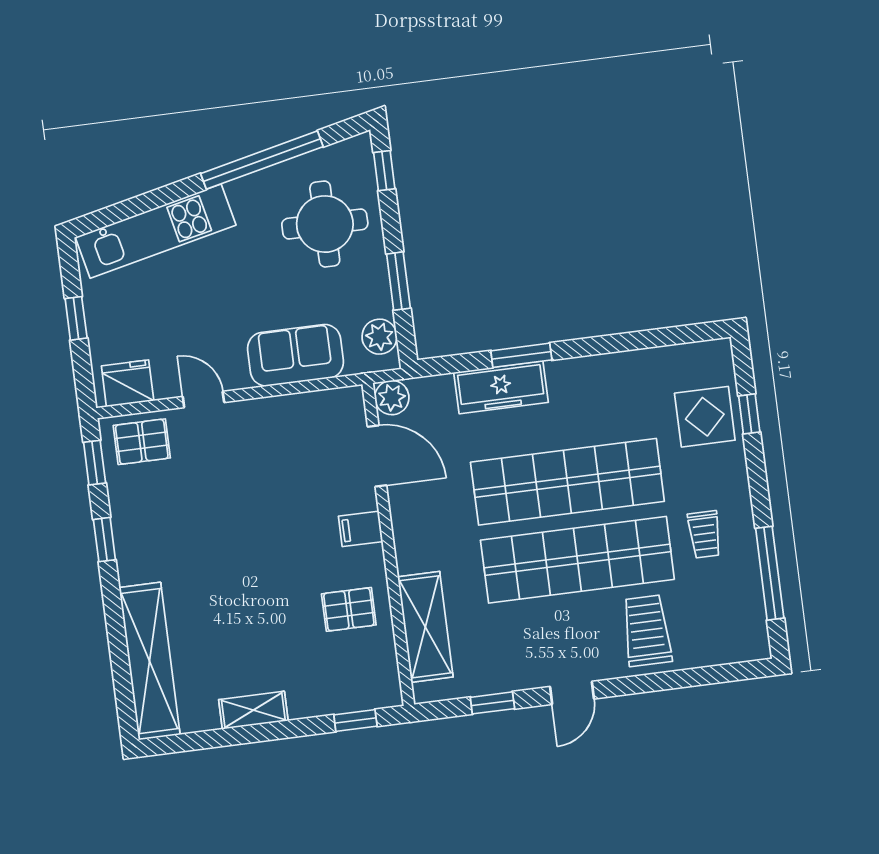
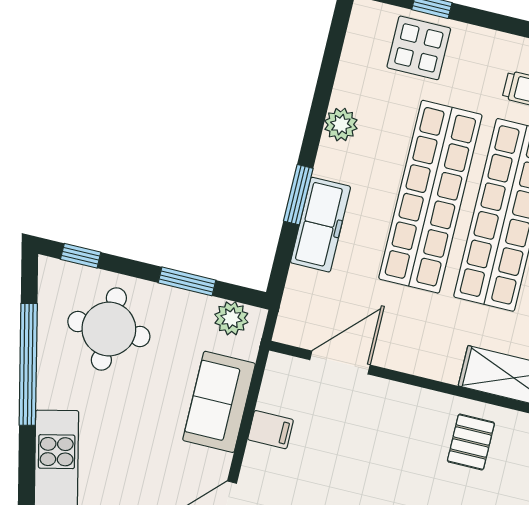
plant: (392, 398) -> (341, 125), moved
filing cabinet: (361, 529) -> (271, 430), moved, turned -90

